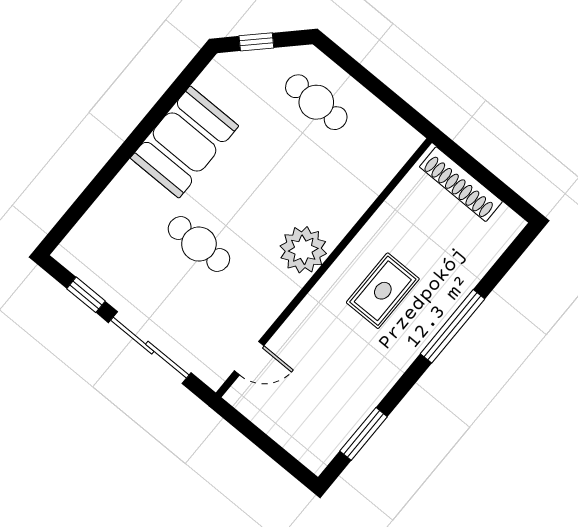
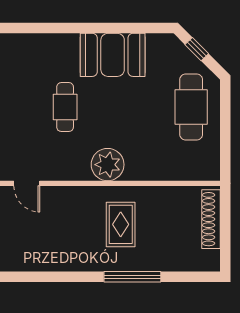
cafe table: (316, 102) -> (191, 107), width x1.37, depth x1.35
rug: (383, 291) -> (121, 224), turned 90
window: (364, 434) -> (37, 277), removed

